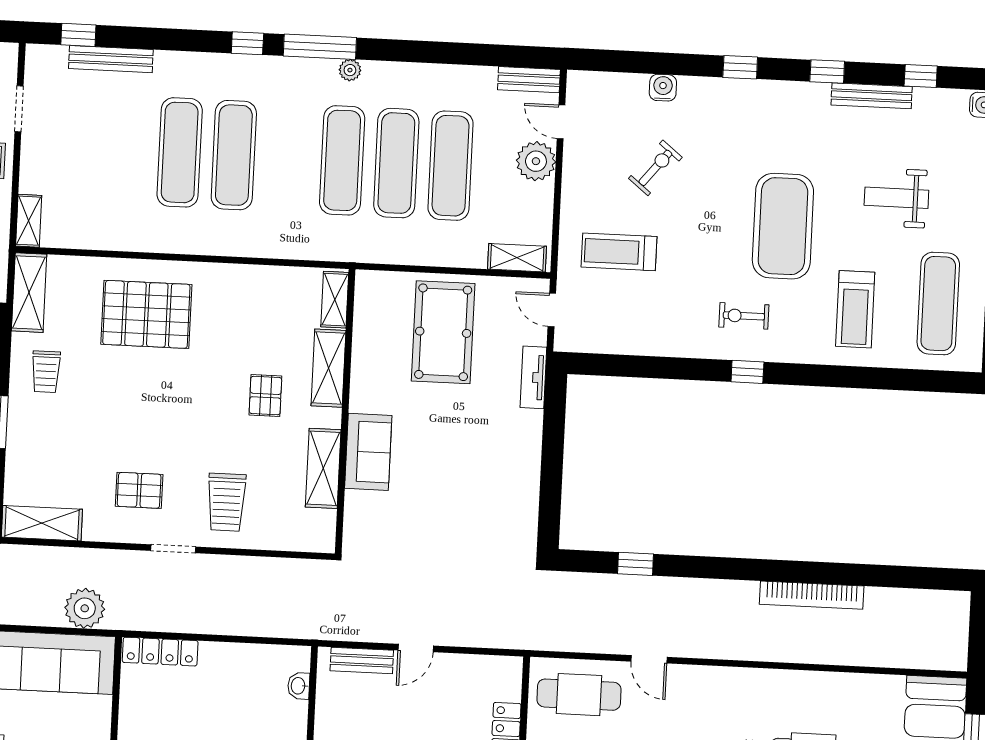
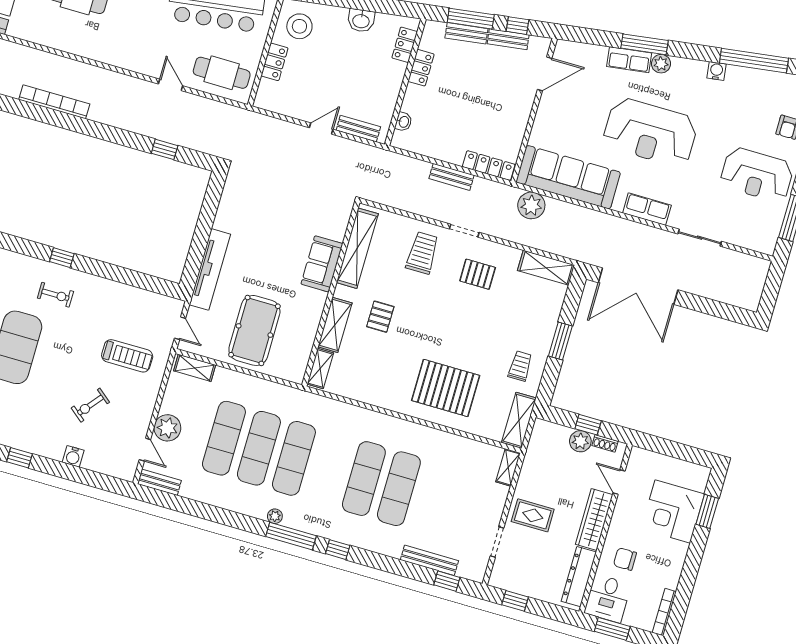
tv unit: (533, 377) -> (210, 269), width x1.92, depth x1.29
shelving: (323, 468) -> (357, 248), width x1.47
bench: (210, 622) -> (452, 177), added

